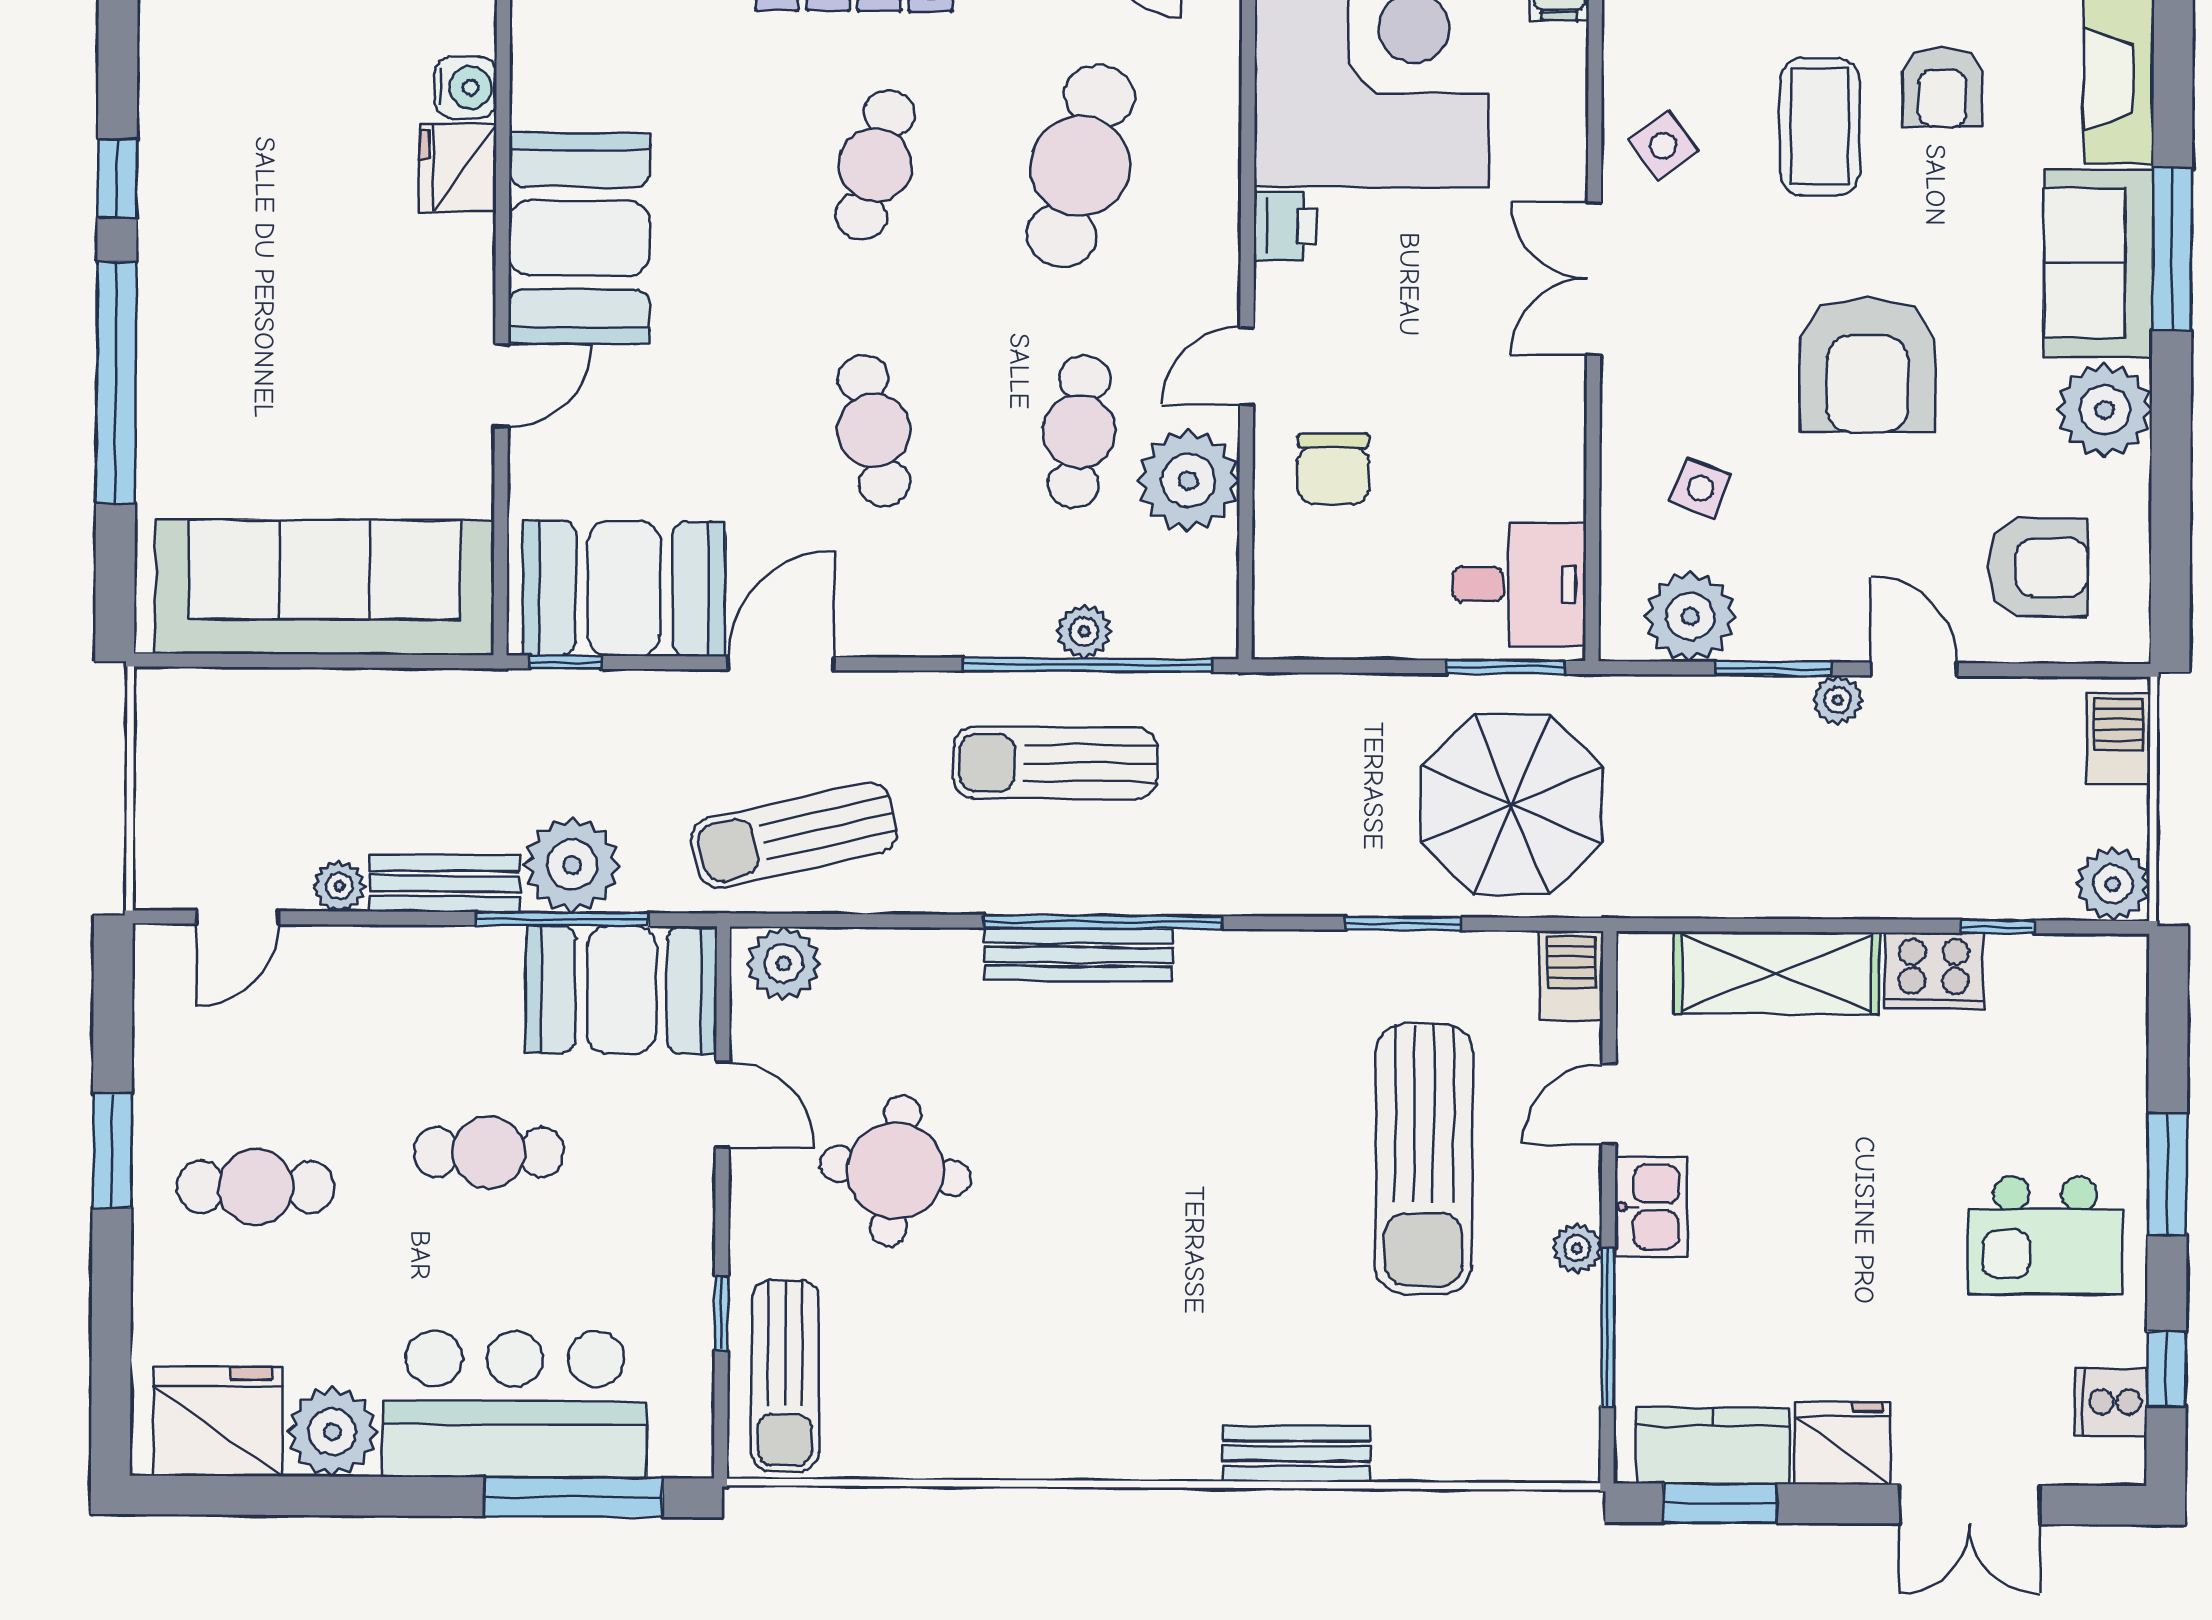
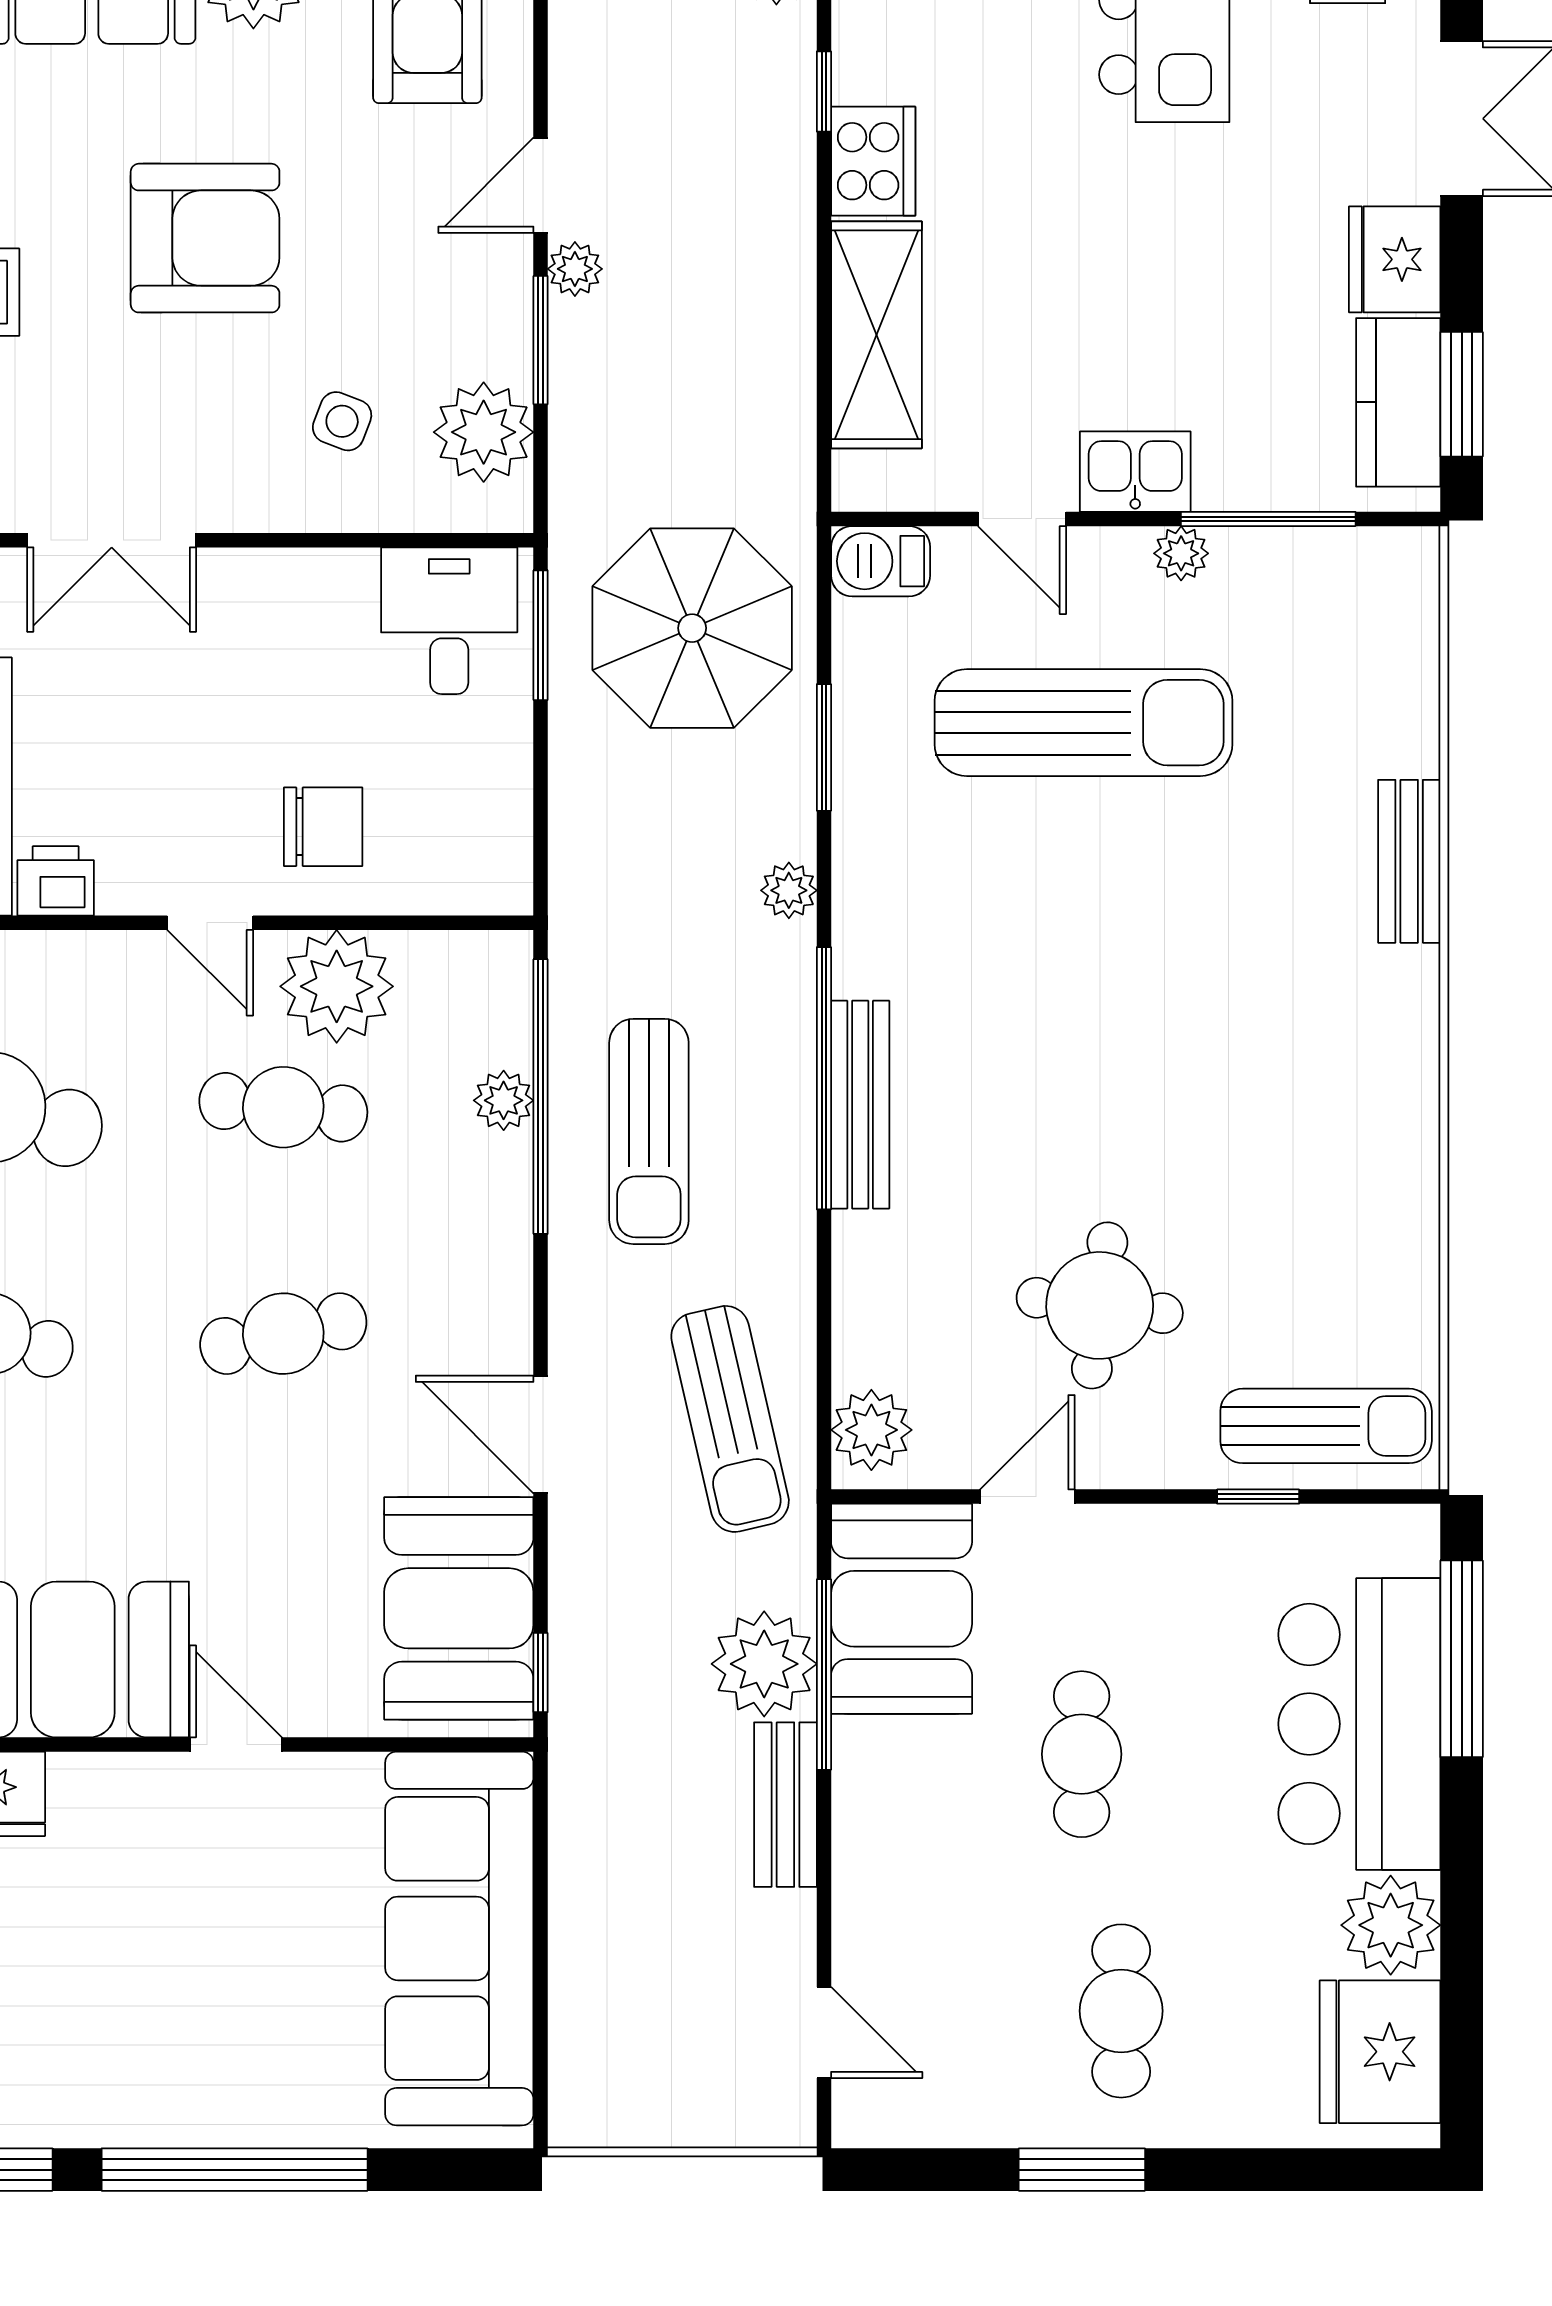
plant: (339, 886) -> (789, 890), moved

